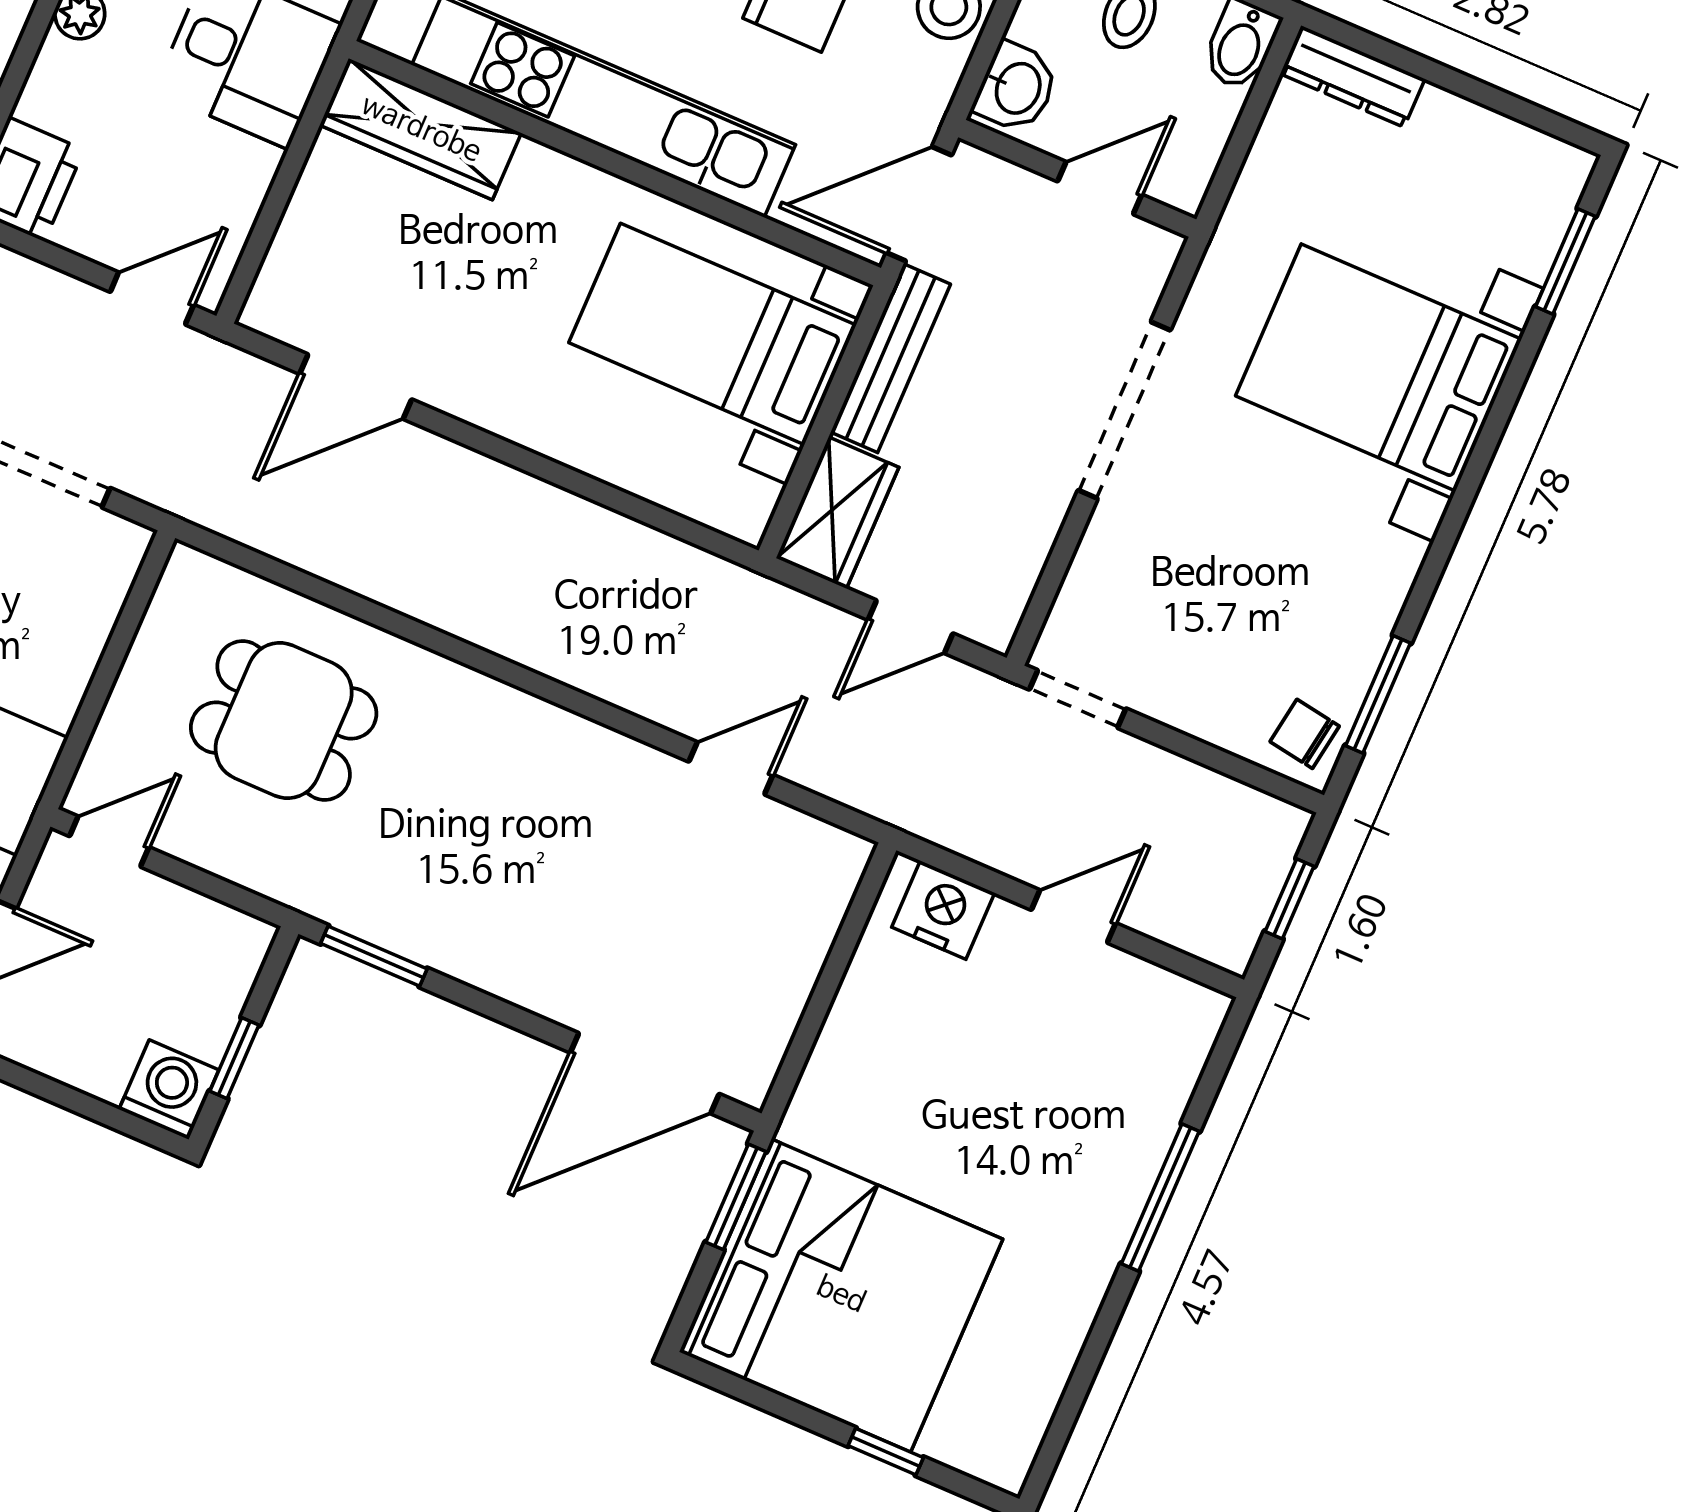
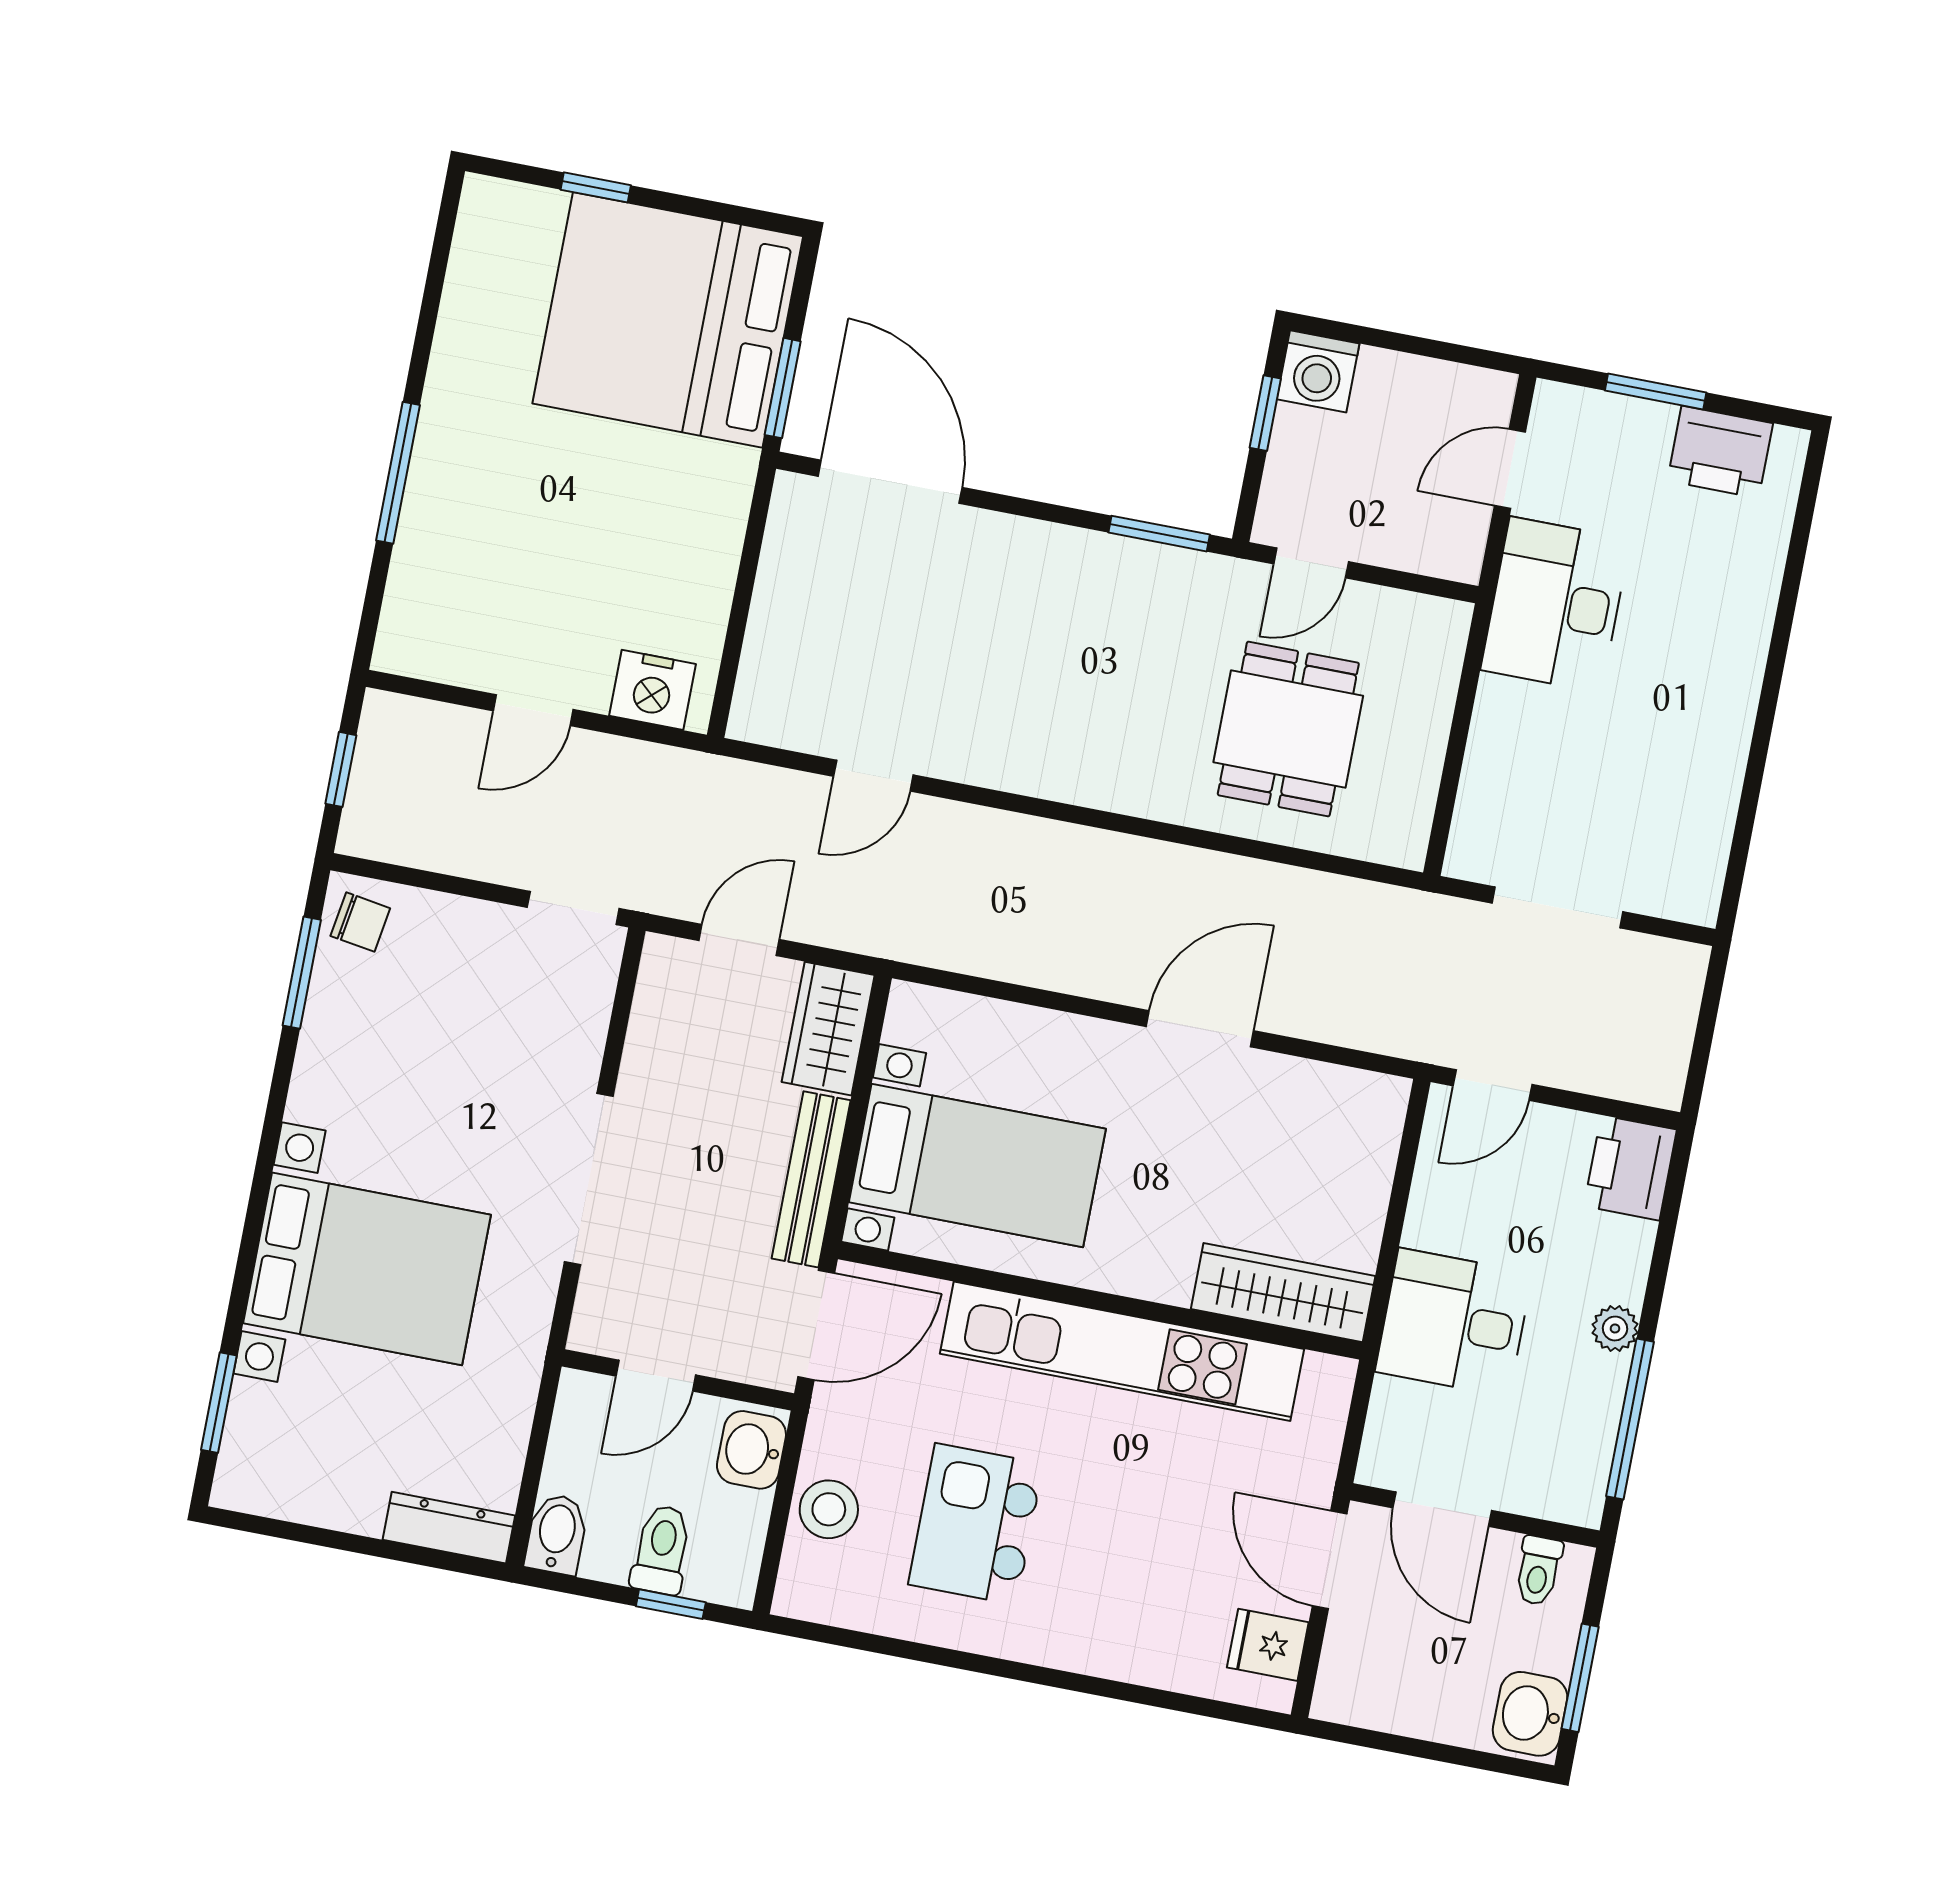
door: (356, 387) -> (1200, 1029), moved
dining table: (284, 721) -> (1288, 729), turned 90
door: (109, 842) -> (1311, 563), moved
door: (645, 1073) -> (890, 482), hinge flipped

